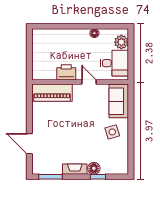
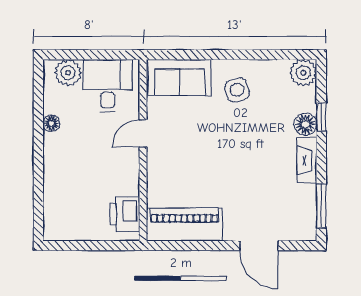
printer: (66, 72) -> (125, 214), moved
piano: (52, 93) -> (184, 225), moved, turned -90
door: (29, 144) -> (259, 246), hinge flipped
plant: (121, 167) -> (303, 73), added

